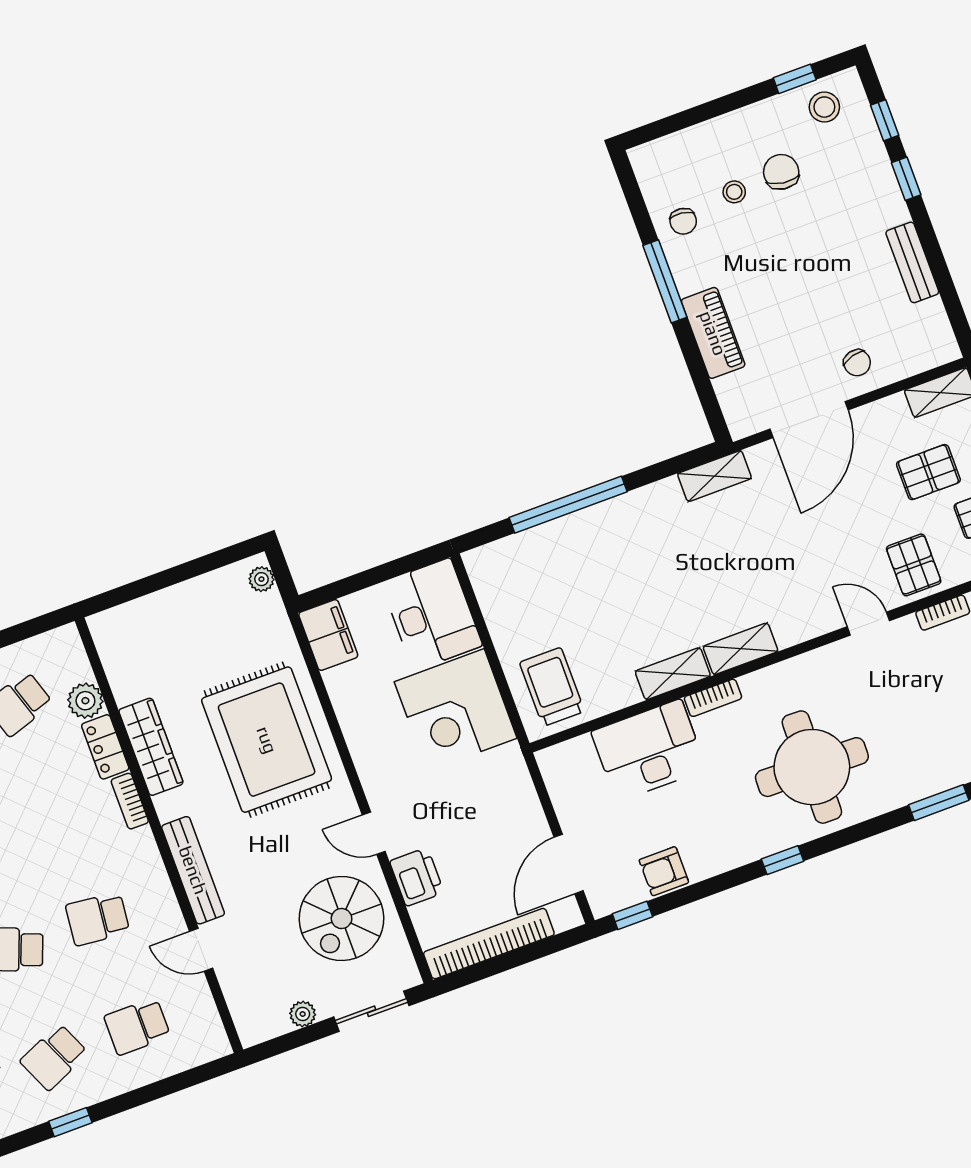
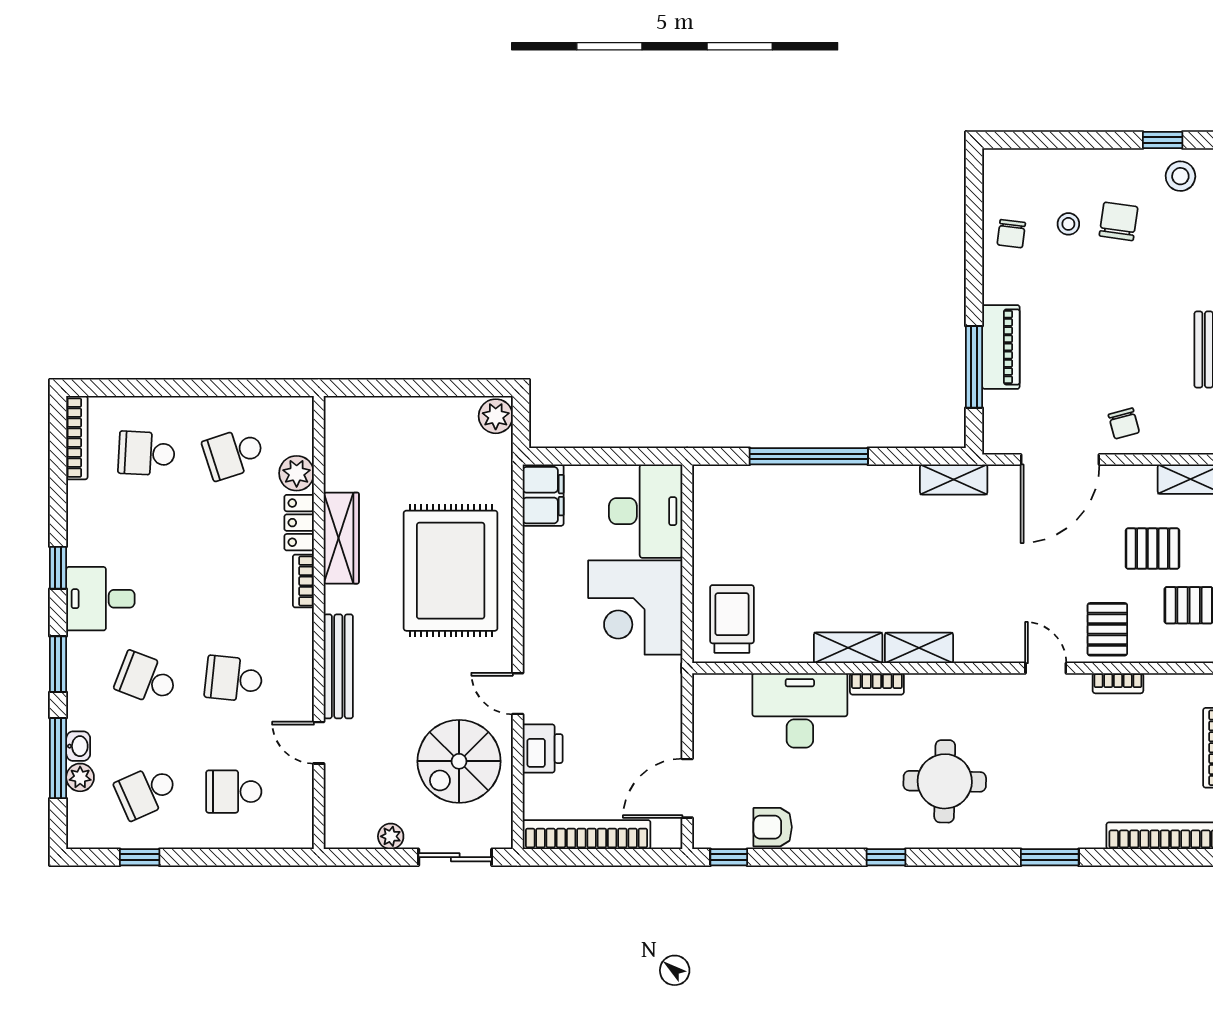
window: (665, 281) -> (974, 367), moved
plant: (261, 579) -> (496, 416), width x1.38, depth x1.38
round table: (812, 767) -> (945, 781), width x0.73, depth x0.73

